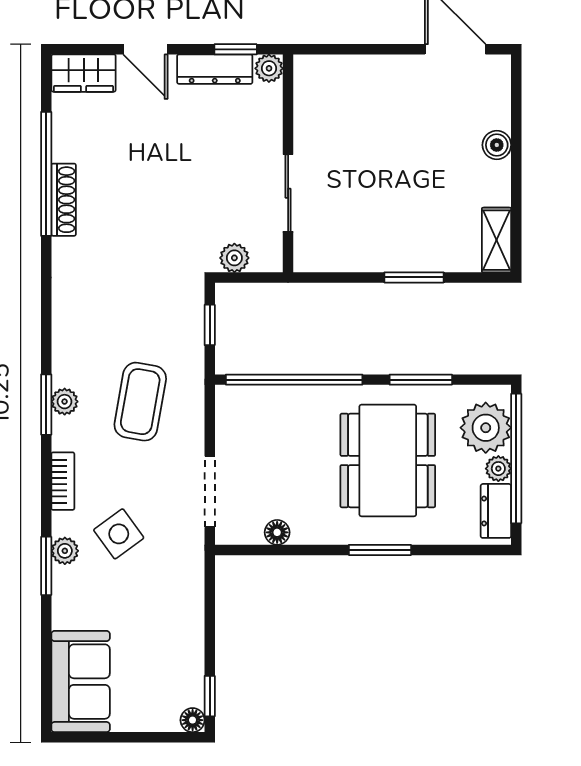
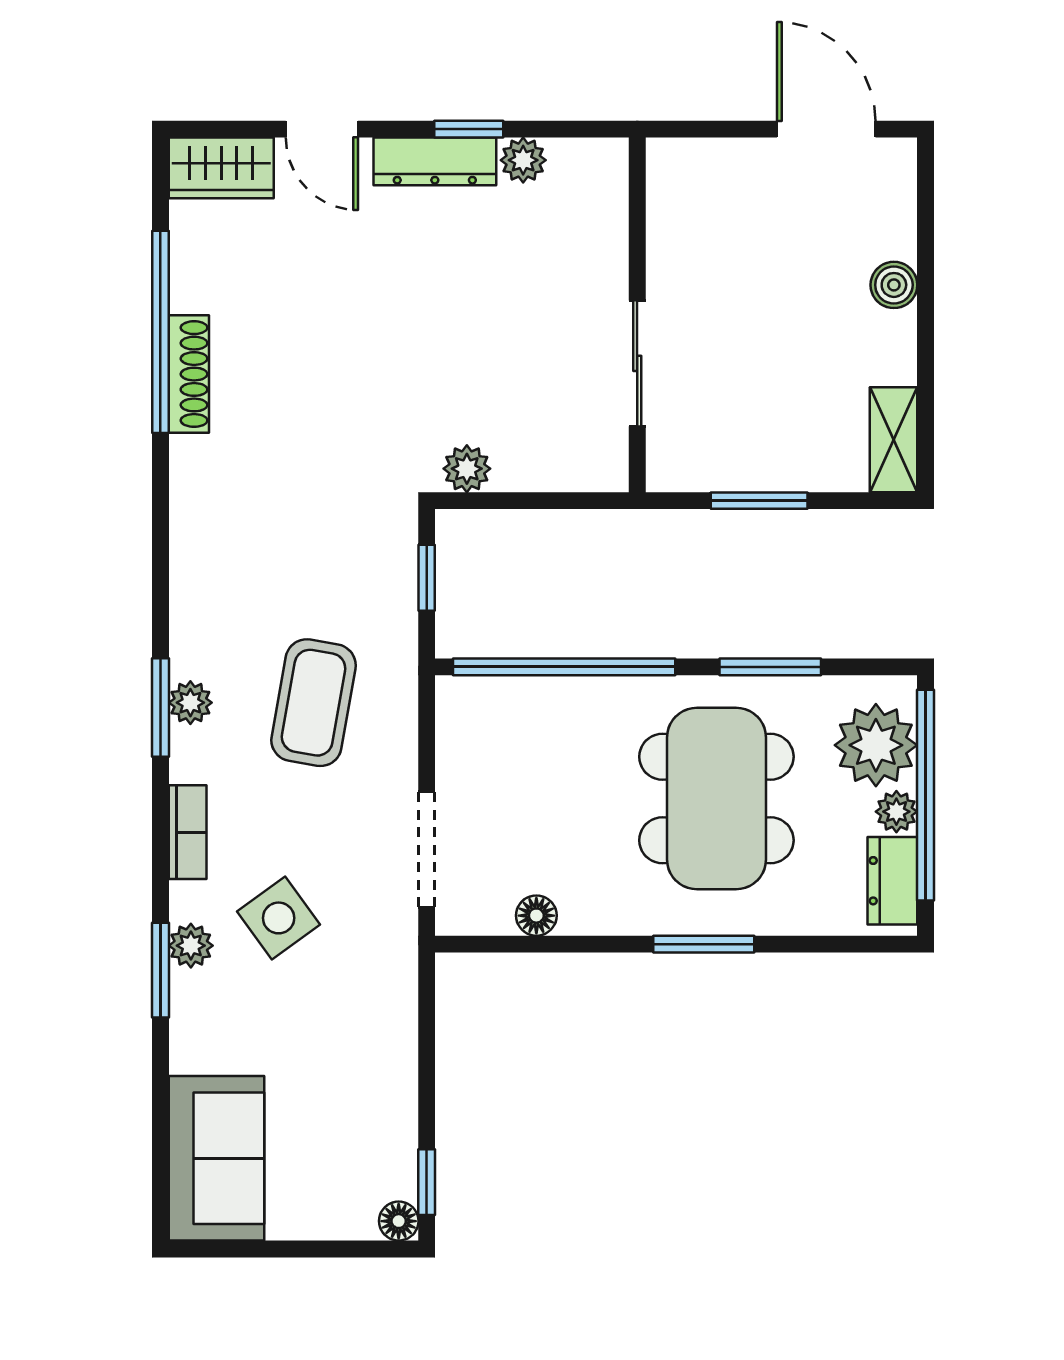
wall: (288, 163) -> (637, 315), moved
sliding door: (288, 193) -> (637, 363), moved

